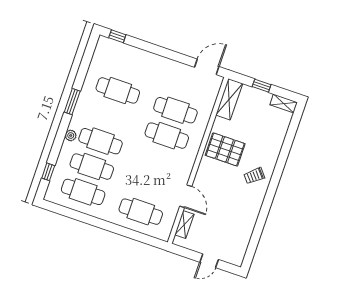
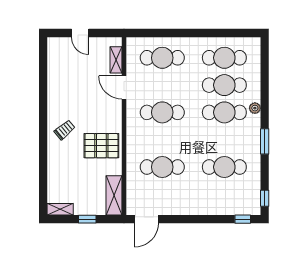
cafe table: (167, 136) -> (162, 112), moved
window: (48, 172) -> (265, 198), moved
door: (209, 261) -> (80, 33), swing flipped

